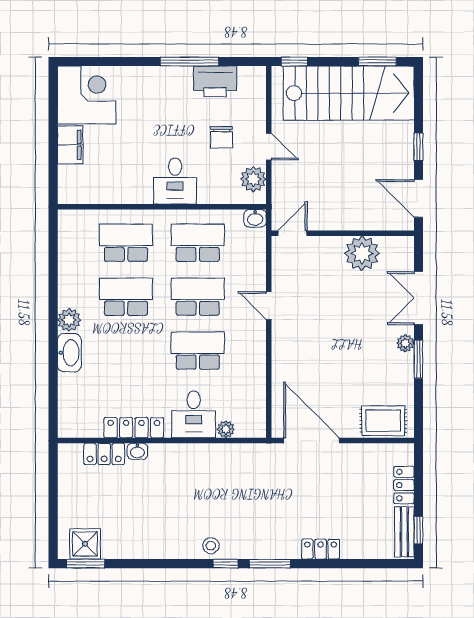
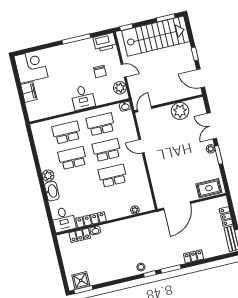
printer: (215, 81) -> (105, 42), moved
desk: (194, 414) -> (63, 219), moved
door: (312, 441) -> (177, 206), swing flipped

